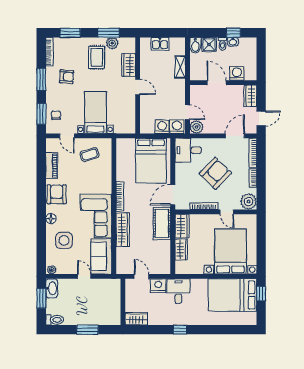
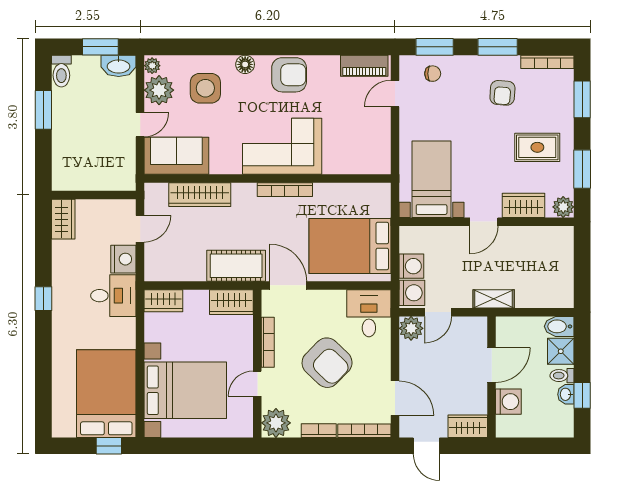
plant: (112, 43) -> (563, 207), moved
kitchen sink: (160, 44) -> (562, 262), removed
shelving: (180, 67) -> (494, 299), moved
bed with nightstands: (95, 112) -> (432, 179), moved, turned -90
coffee table: (89, 155) -> (361, 134), removed
piano: (52, 165) -> (364, 66), moved
corner sofa: (96, 216) -> (282, 146), moved
wardrobe: (123, 230) -> (200, 195), moved
wardrobe: (181, 250) -> (163, 301), moved
plant: (65, 266) -> (159, 90), added
window: (87, 330) -> (43, 110), moved

